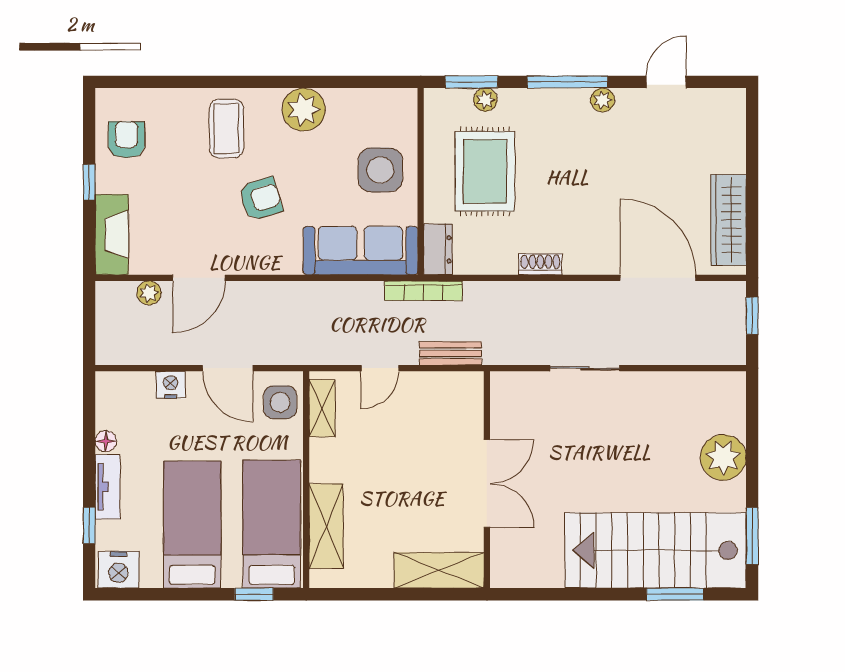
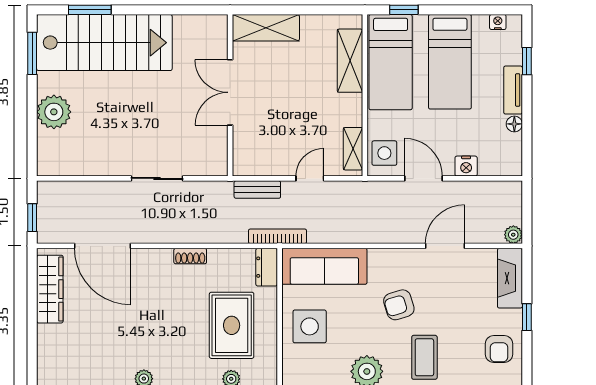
plant: (149, 293) -> (513, 235), moved
nightstand: (118, 570) -> (498, 22), width x0.53, depth x0.56

